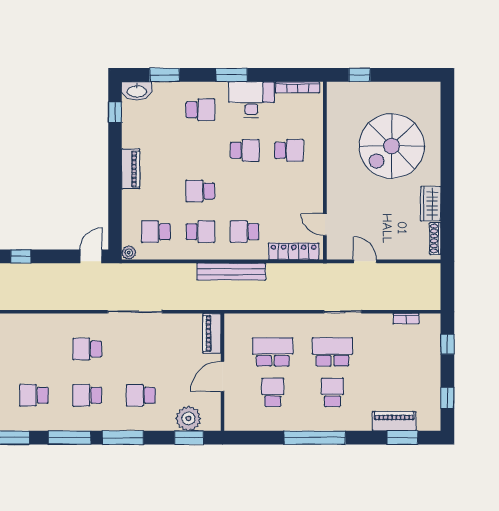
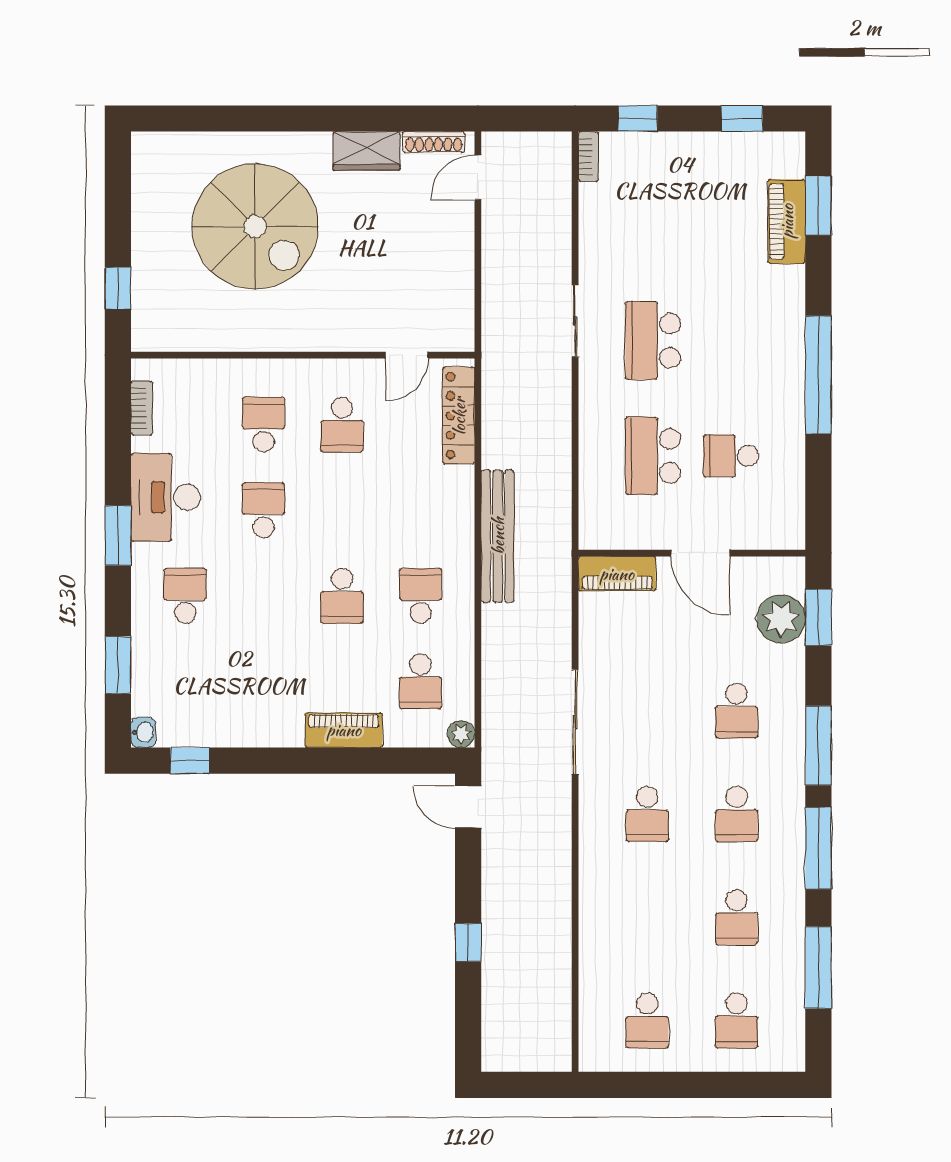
bookcase: (298, 87) -> (142, 408), width x0.64
washbasin: (137, 91) -> (143, 732), width x0.52, depth x0.69
piano: (131, 169) -> (344, 730), moved
school desk: (245, 232) -> (342, 425), moved
door: (365, 261) -> (478, 177), moved
bookcase: (406, 319) -> (588, 157), moved
school desk: (332, 392) -> (731, 341), removed

